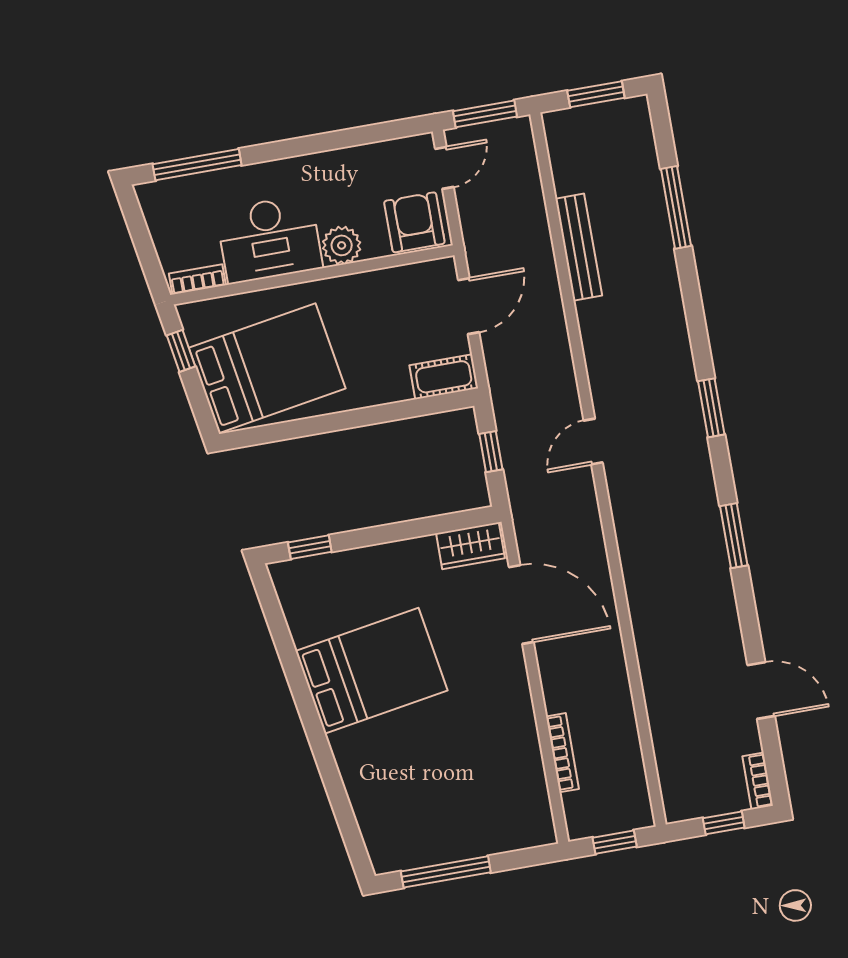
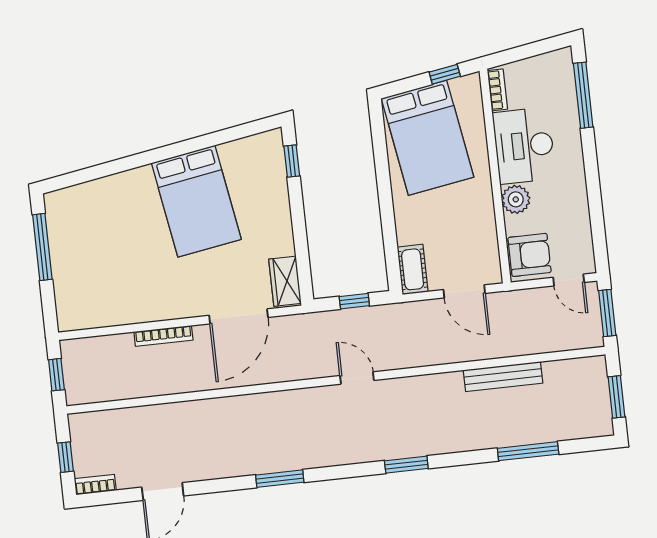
window: (711, 408) -> (406, 465), moved
bookcase: (562, 753) -> (163, 336), moved

